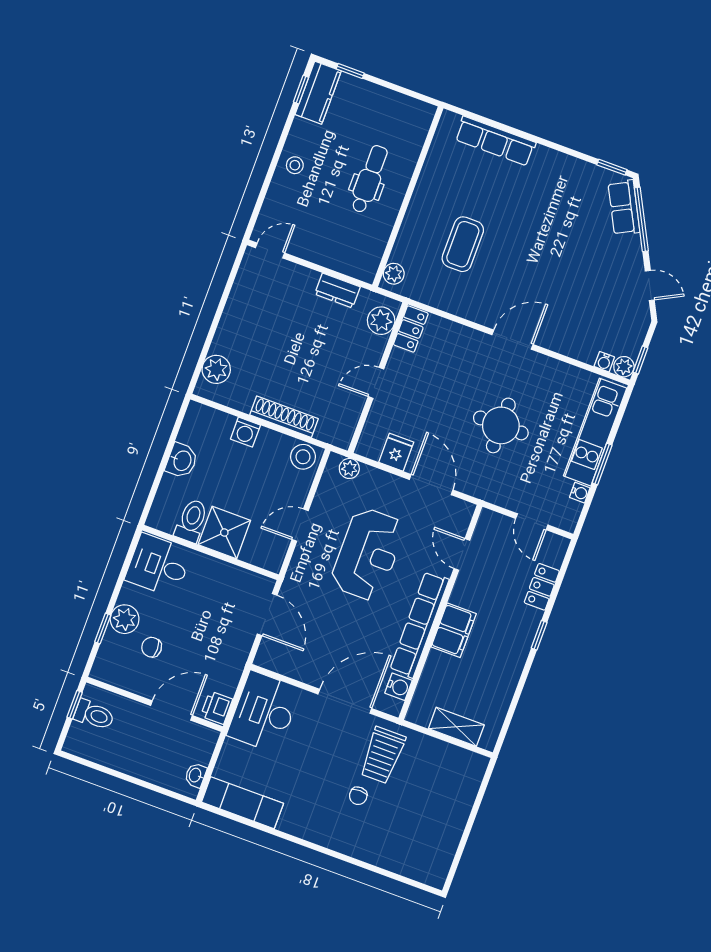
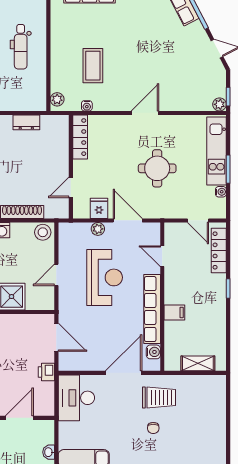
dental chair: (369, 179) -> (21, 47), turned 180
plant: (381, 321) -> (60, 131), removed
locker: (411, 329) -> (80, 137), width x1.53
water cooler: (604, 362) -> (87, 106), moved
door: (376, 383) -> (71, 187), moved
plant: (349, 468) -> (98, 229), moved
locker: (542, 587) -> (219, 250), width x1.53
filing cabinet: (454, 630) -> (174, 312), width x0.50
printer: (217, 708) -> (46, 372), moved
trolley: (383, 755) -> (159, 398), turned -90

